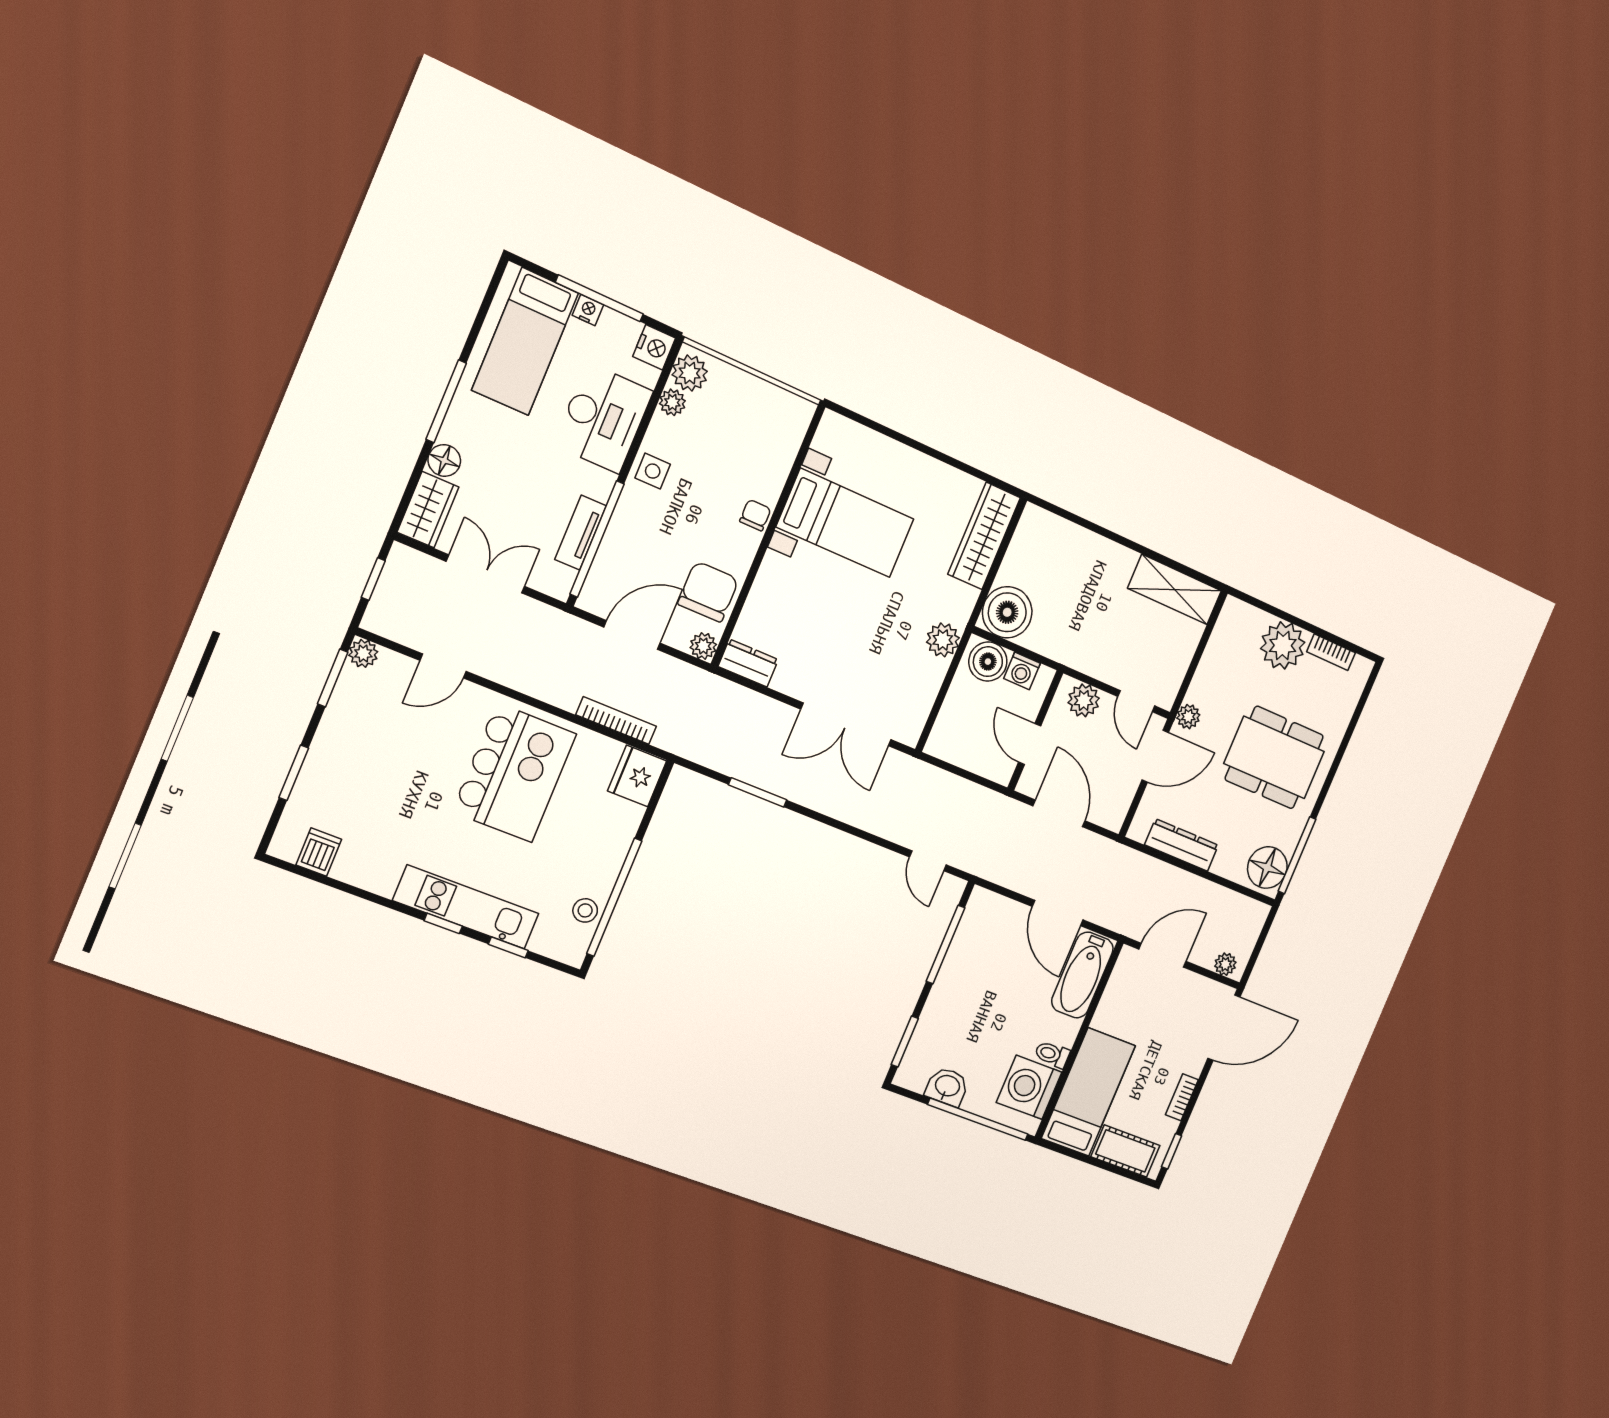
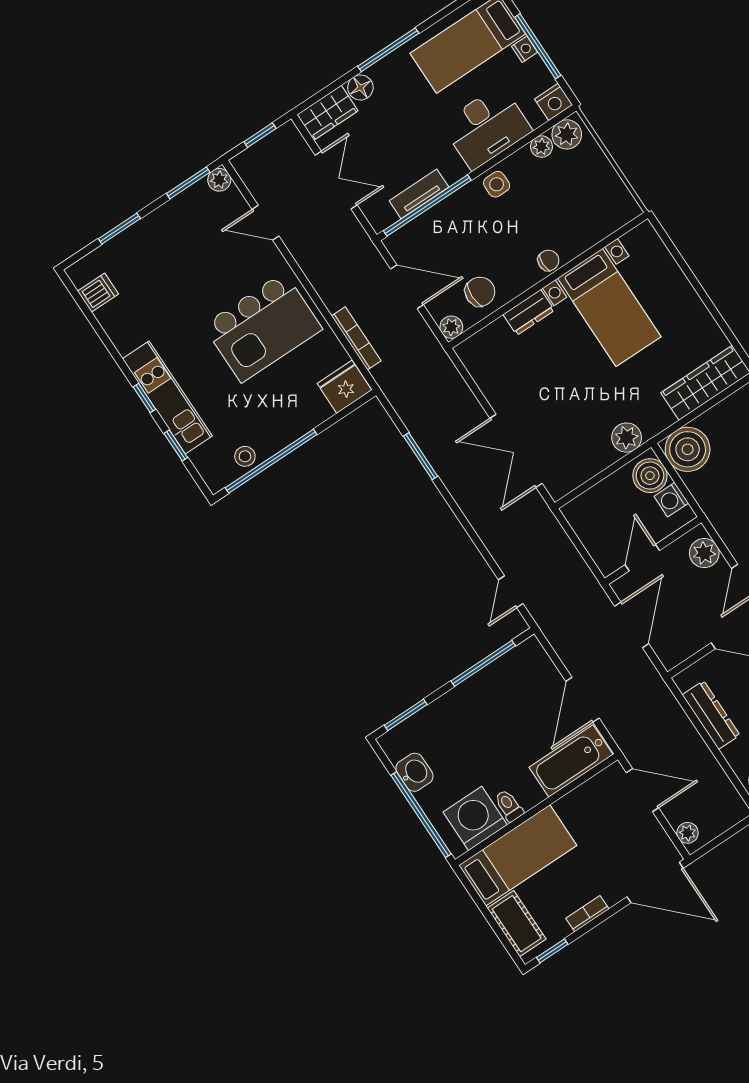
chair: (708, 592) -> (480, 292), width x0.73, depth x0.73
dresser: (748, 663) -> (529, 312), moved, turned 90

